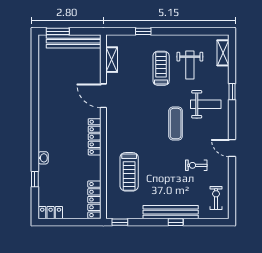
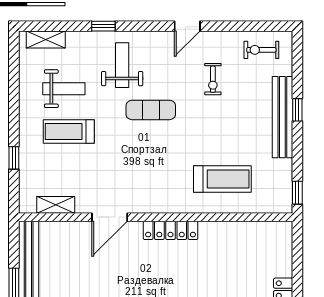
locker: (94, 200) -> (264, 231), removed

